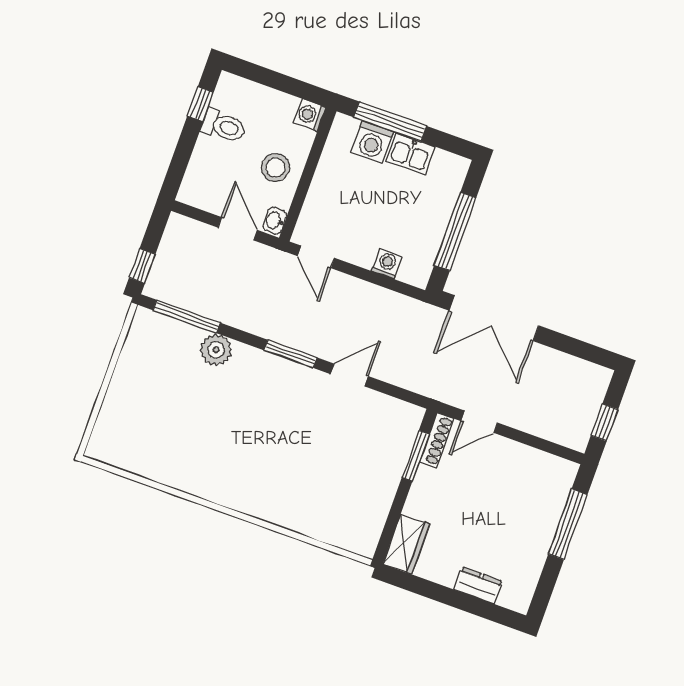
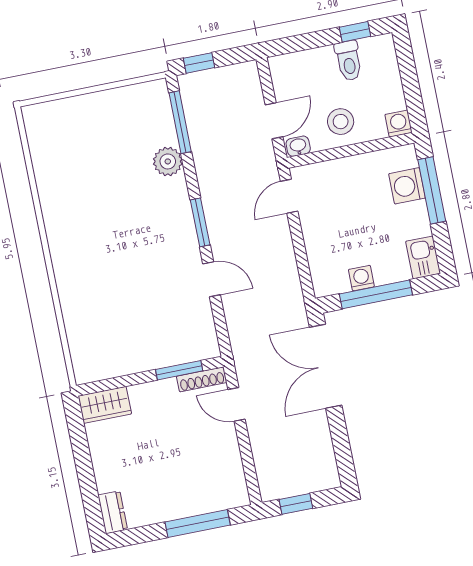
kitchen sink: (410, 154) -> (423, 257), moved
washing machine: (387, 264) -> (361, 278), moved, turned -90
dresser: (478, 585) -> (113, 512), moved

